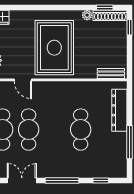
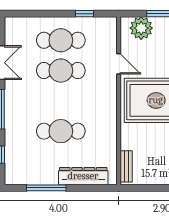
door: (23, 80) -> (119, 64), swing flipped

